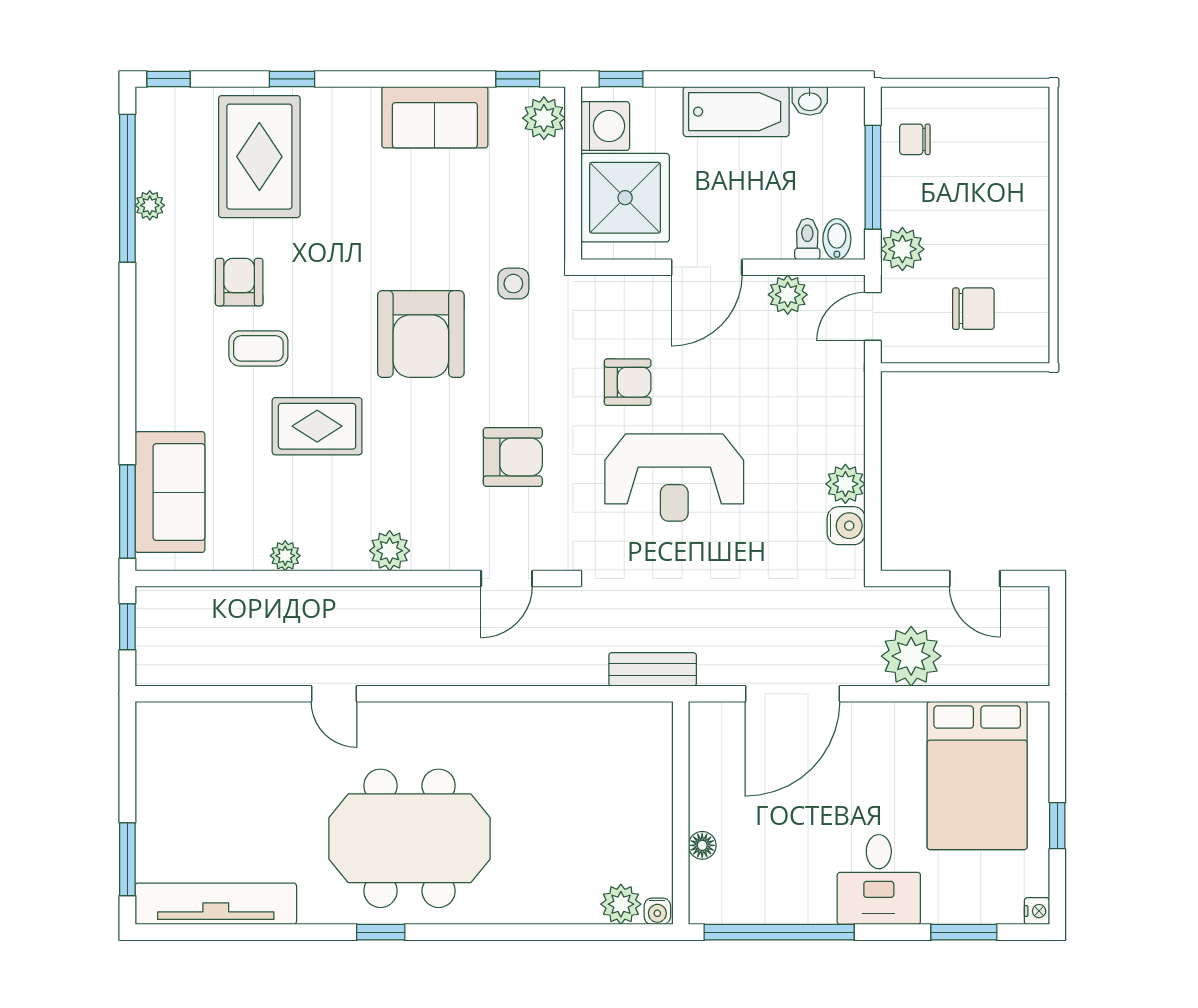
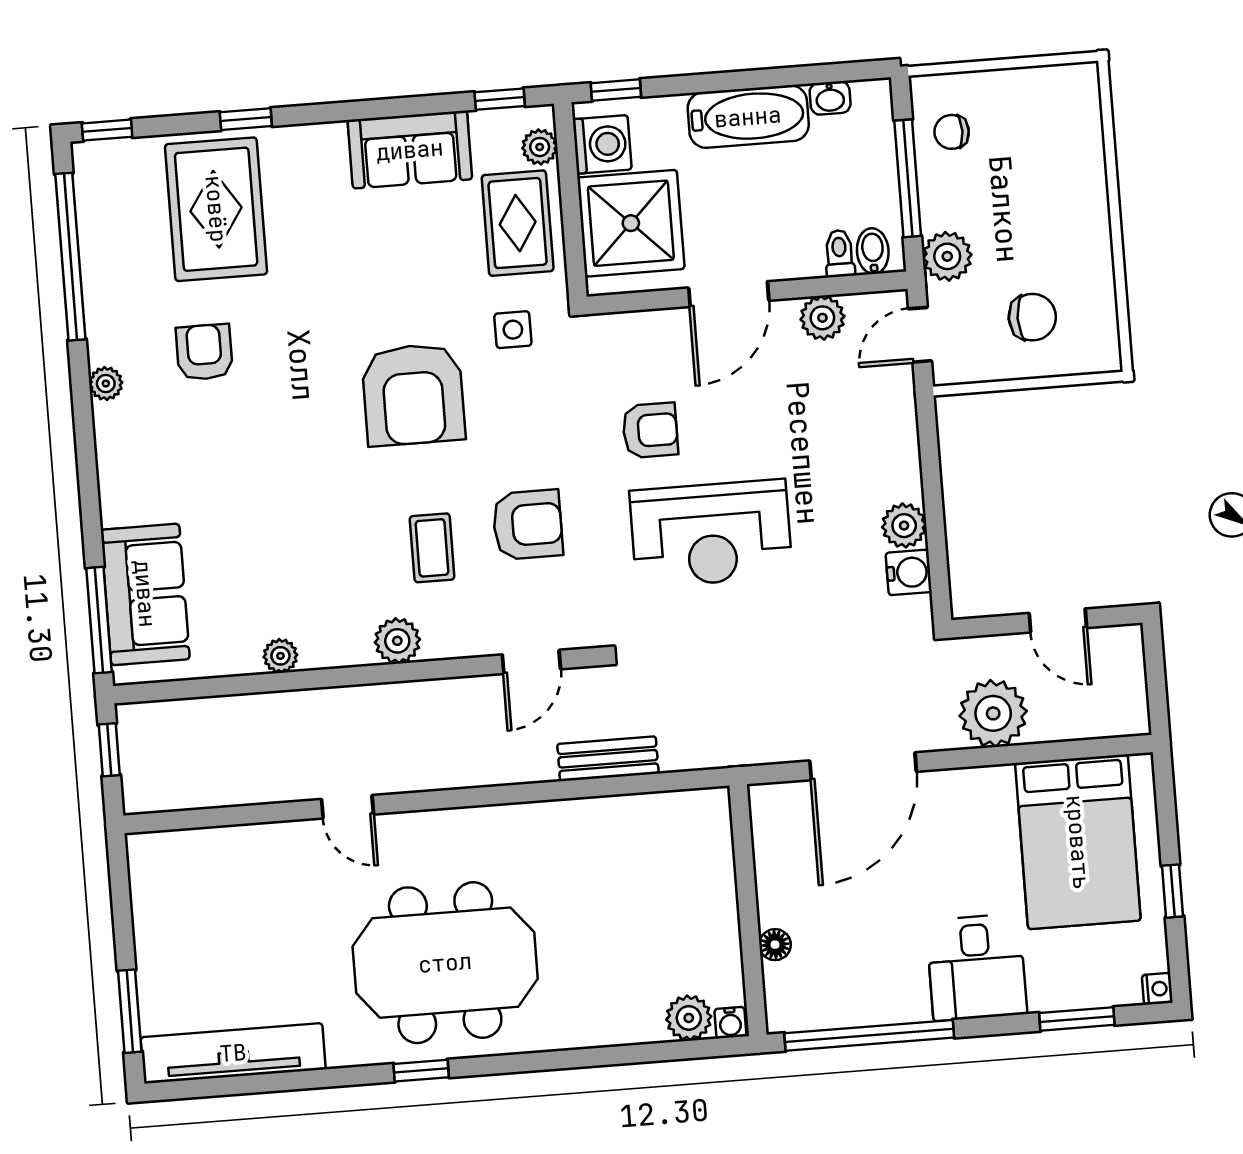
plant: (544, 118) -> (540, 147), width x0.73, depth x0.73
plant: (150, 205) -> (106, 383), moved
coffee table: (258, 348) -> (432, 548), moved, turned 90
rug: (317, 426) -> (518, 223), moved, turned 90
bench: (653, 669) -> (608, 759), moved

